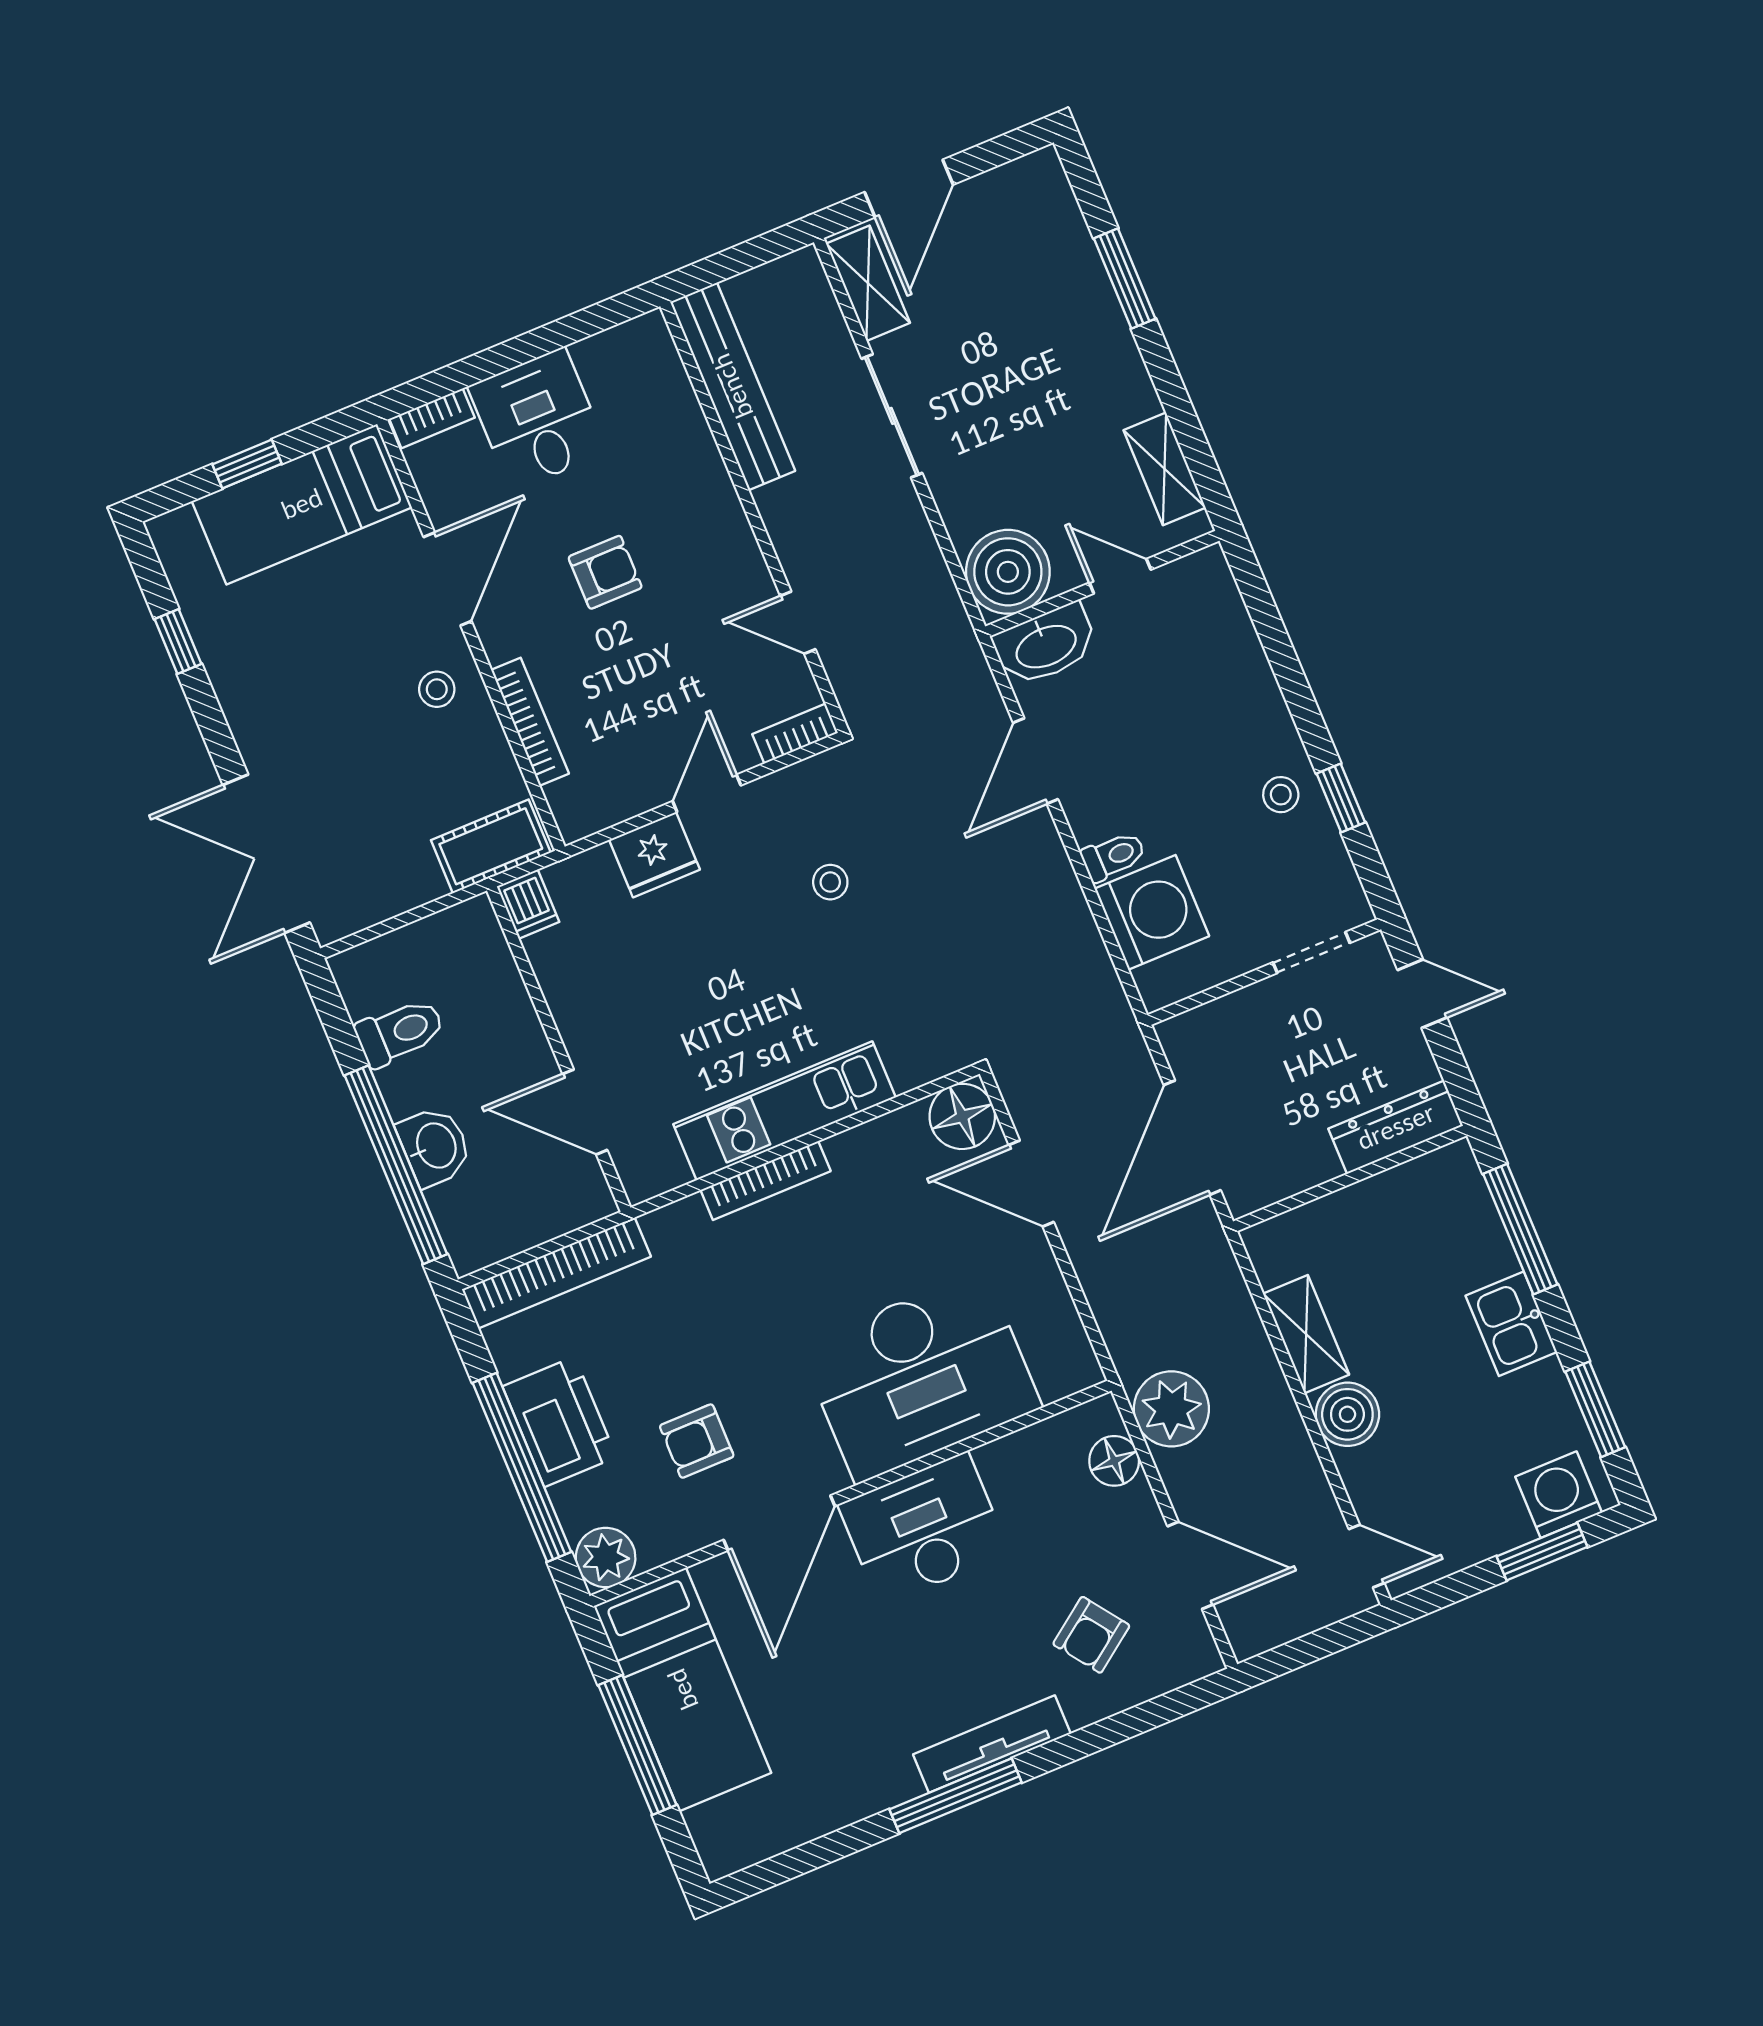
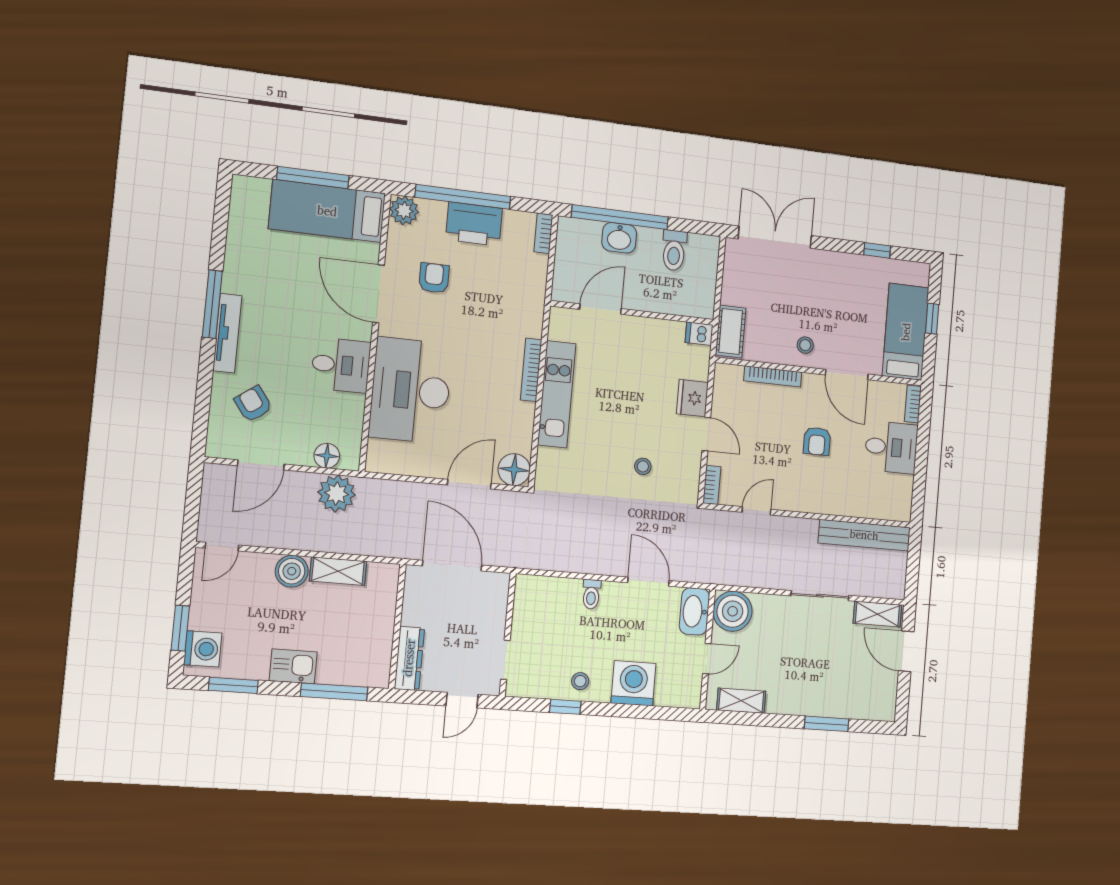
washing machine: (1152, 912) -> (633, 683), moved, turned 180
bookcase: (556, 1273) -> (543, 233), width x0.43, depth x0.76
desk: (924, 1529) -> (341, 365), width x0.73

